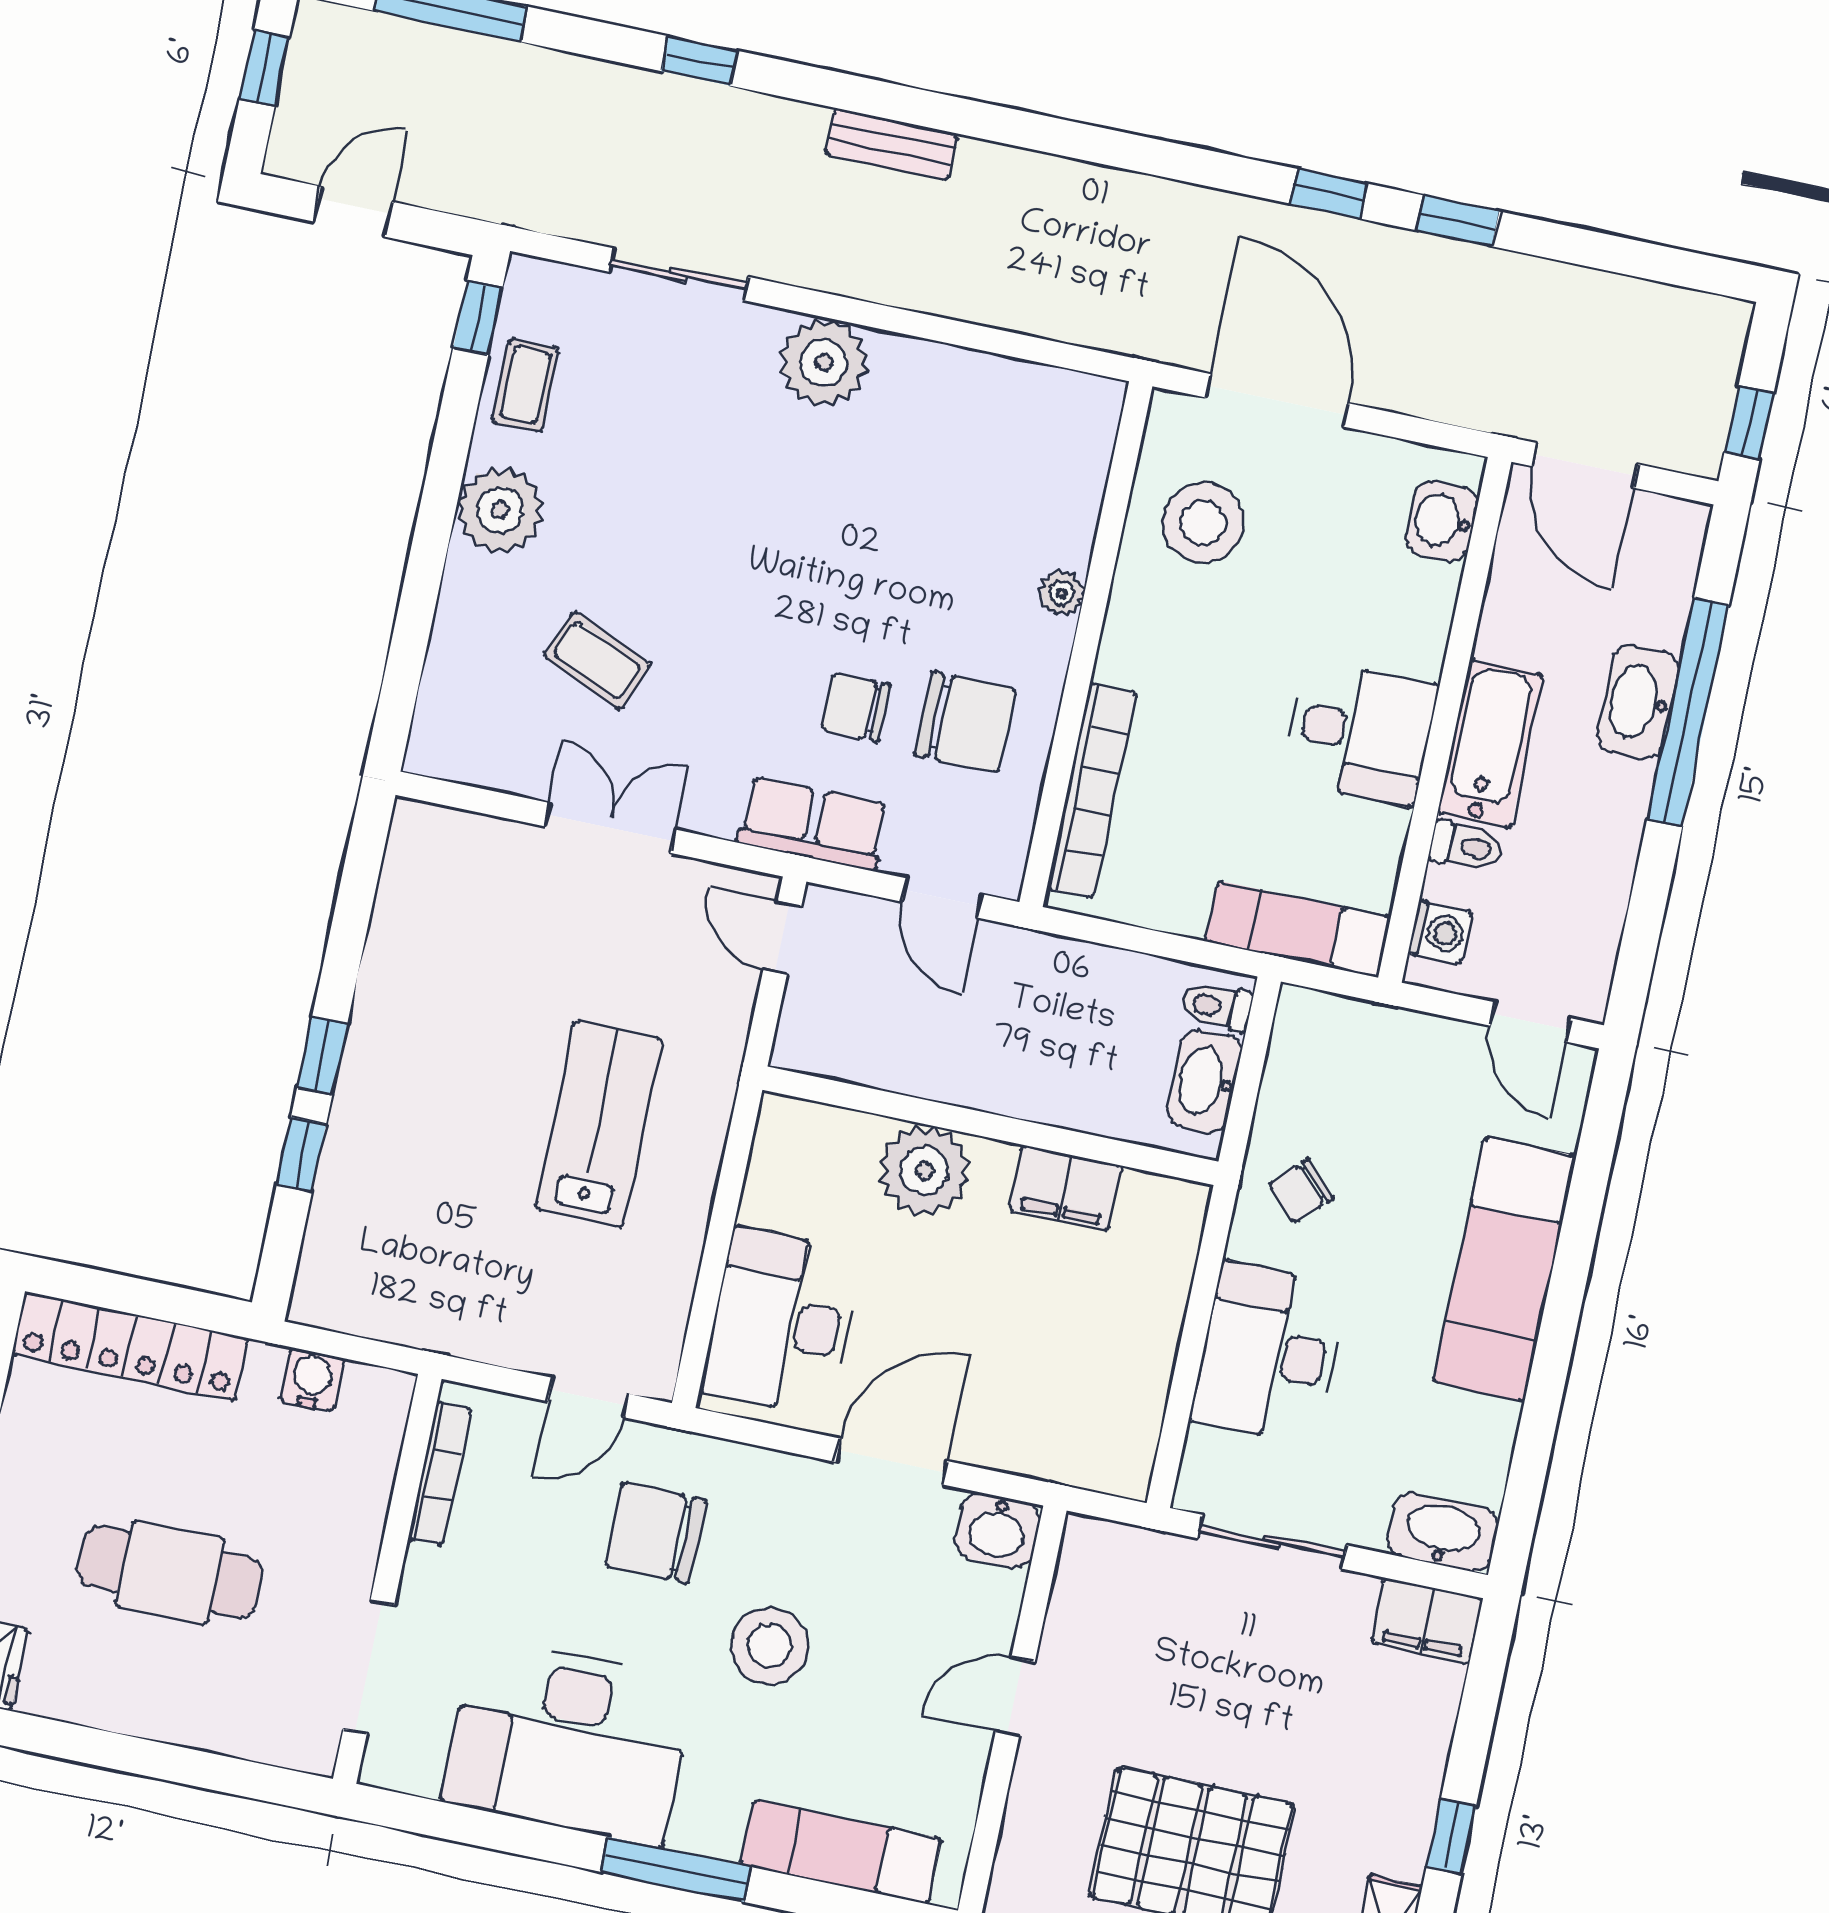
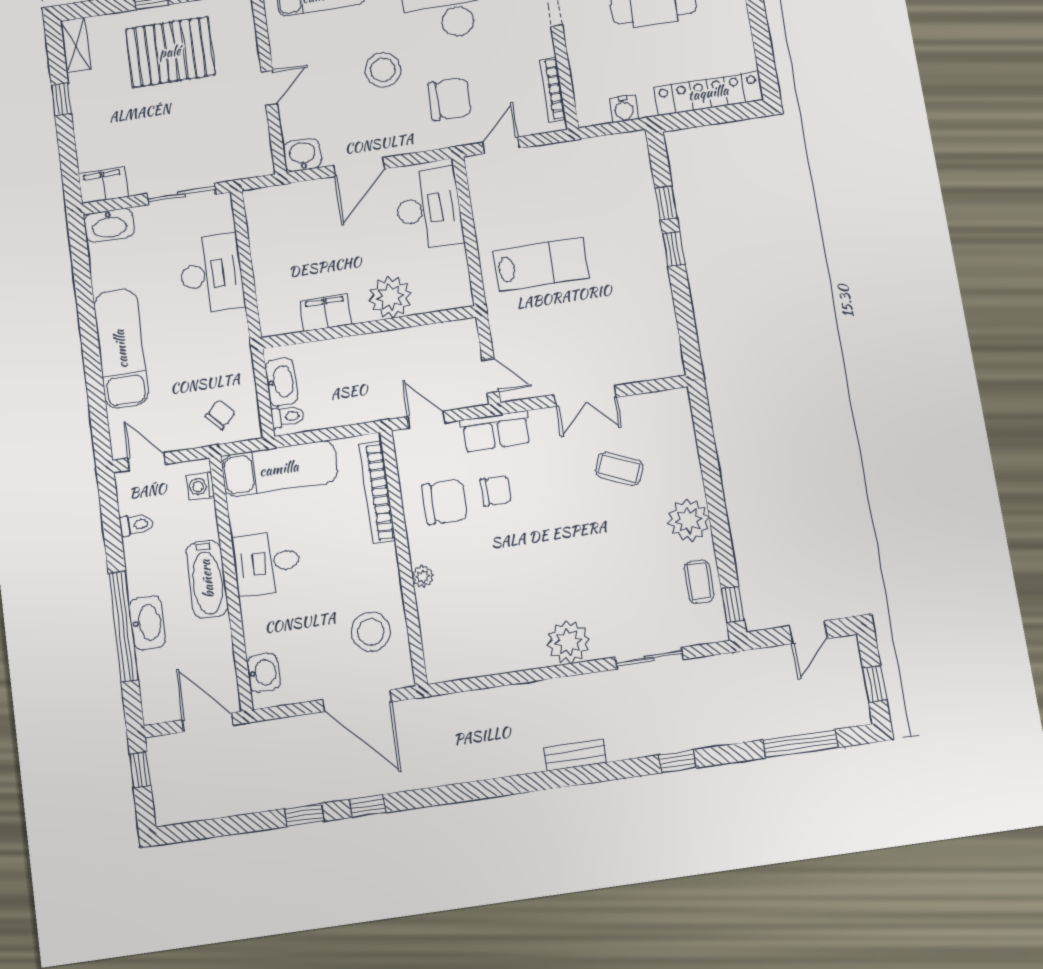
chair: (965, 722) -> (445, 502), turned 180
toilet: (1466, 846) -> (136, 525), moved, turned 180
exam couch: (1298, 929) -> (279, 469), width x1.36, depth x1.45
lab bench: (599, 1124) -> (541, 265), turned -90
chair: (1301, 1191) -> (220, 414), moved

